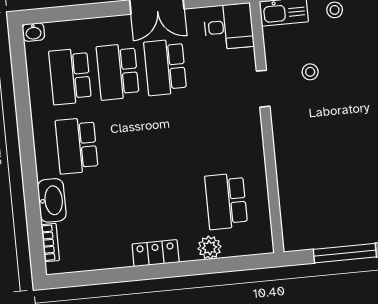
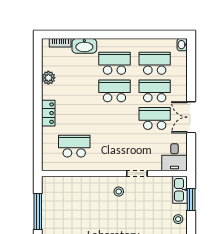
stool: (310, 72) -> (119, 191), moved
school desk: (124, 141) -> (114, 91), added
plant: (210, 248) -> (48, 78), moved
locker: (156, 253) -> (48, 113), moved

